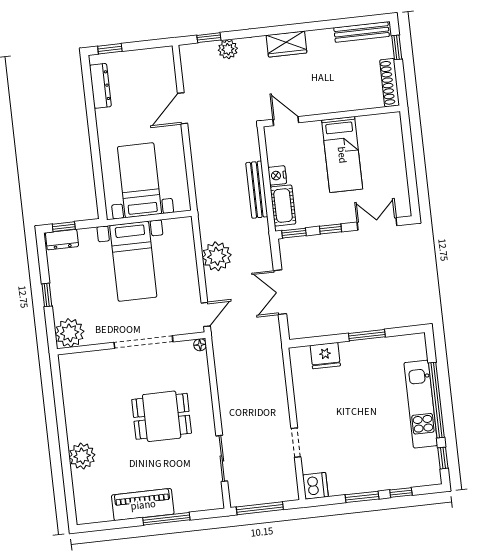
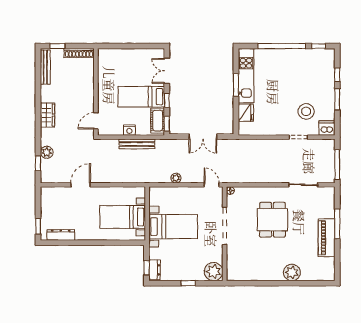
door: (183, 108) -> (81, 185), swing flipped
bed: (342, 155) -> (141, 97), moved, turned 180
cot: (283, 205) -> (158, 121), moved, turned 90
plant: (217, 256) -> (176, 178), width x0.53, depth x0.53
kitchen unit: (421, 404) -> (246, 76), moved, turned -90
stool: (338, 450) -> (306, 111), added

